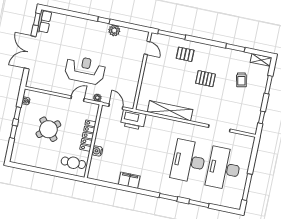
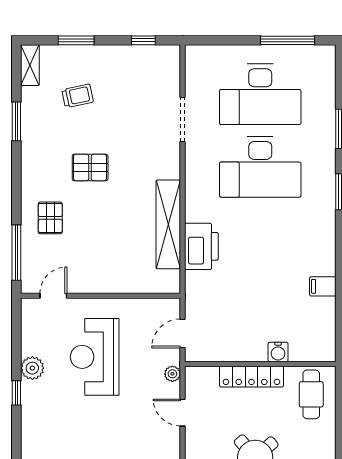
reception desk: (85, 70) -> (95, 357), moved
pallet: (205, 79) -> (90, 167), turned 90
printer: (133, 120) -> (201, 246), moved
filing cabinet: (129, 180) -> (323, 286), width x0.50

